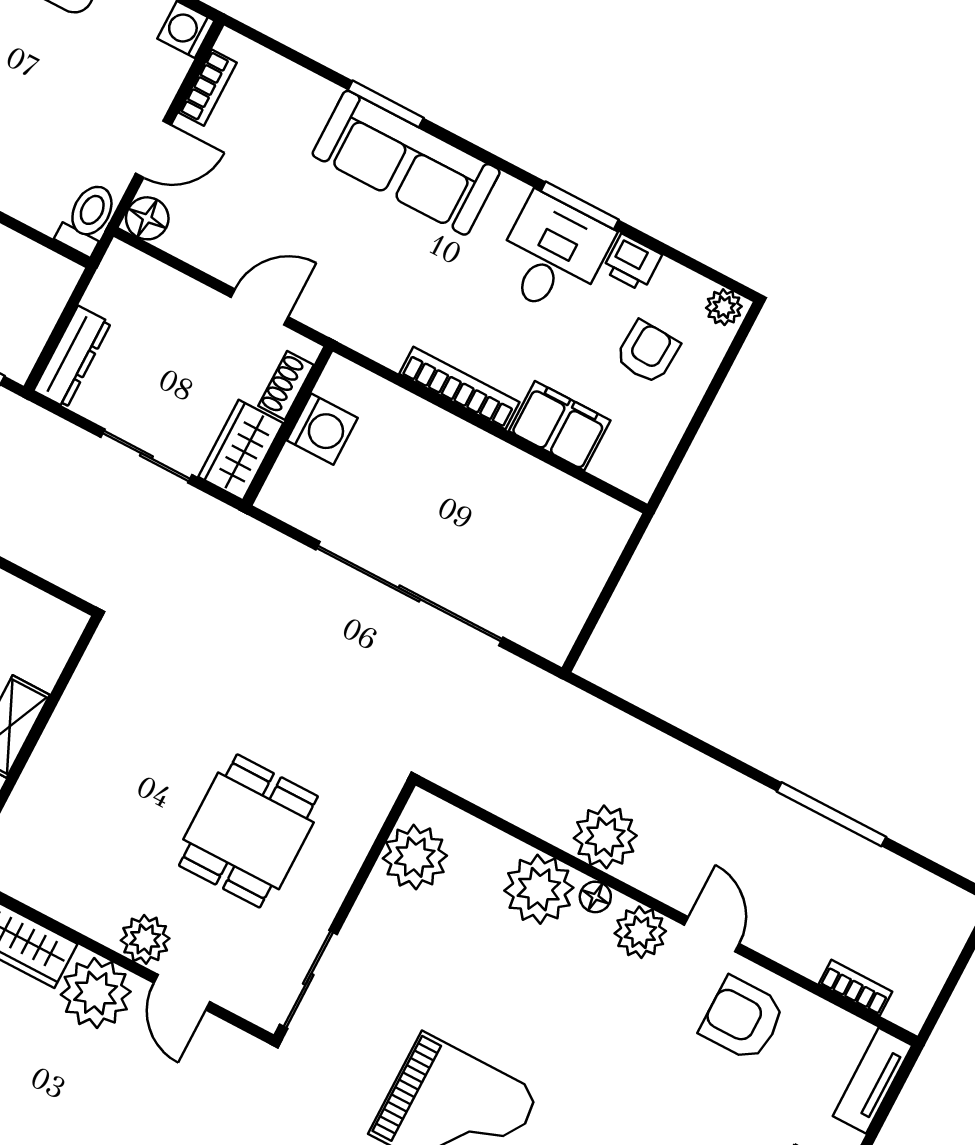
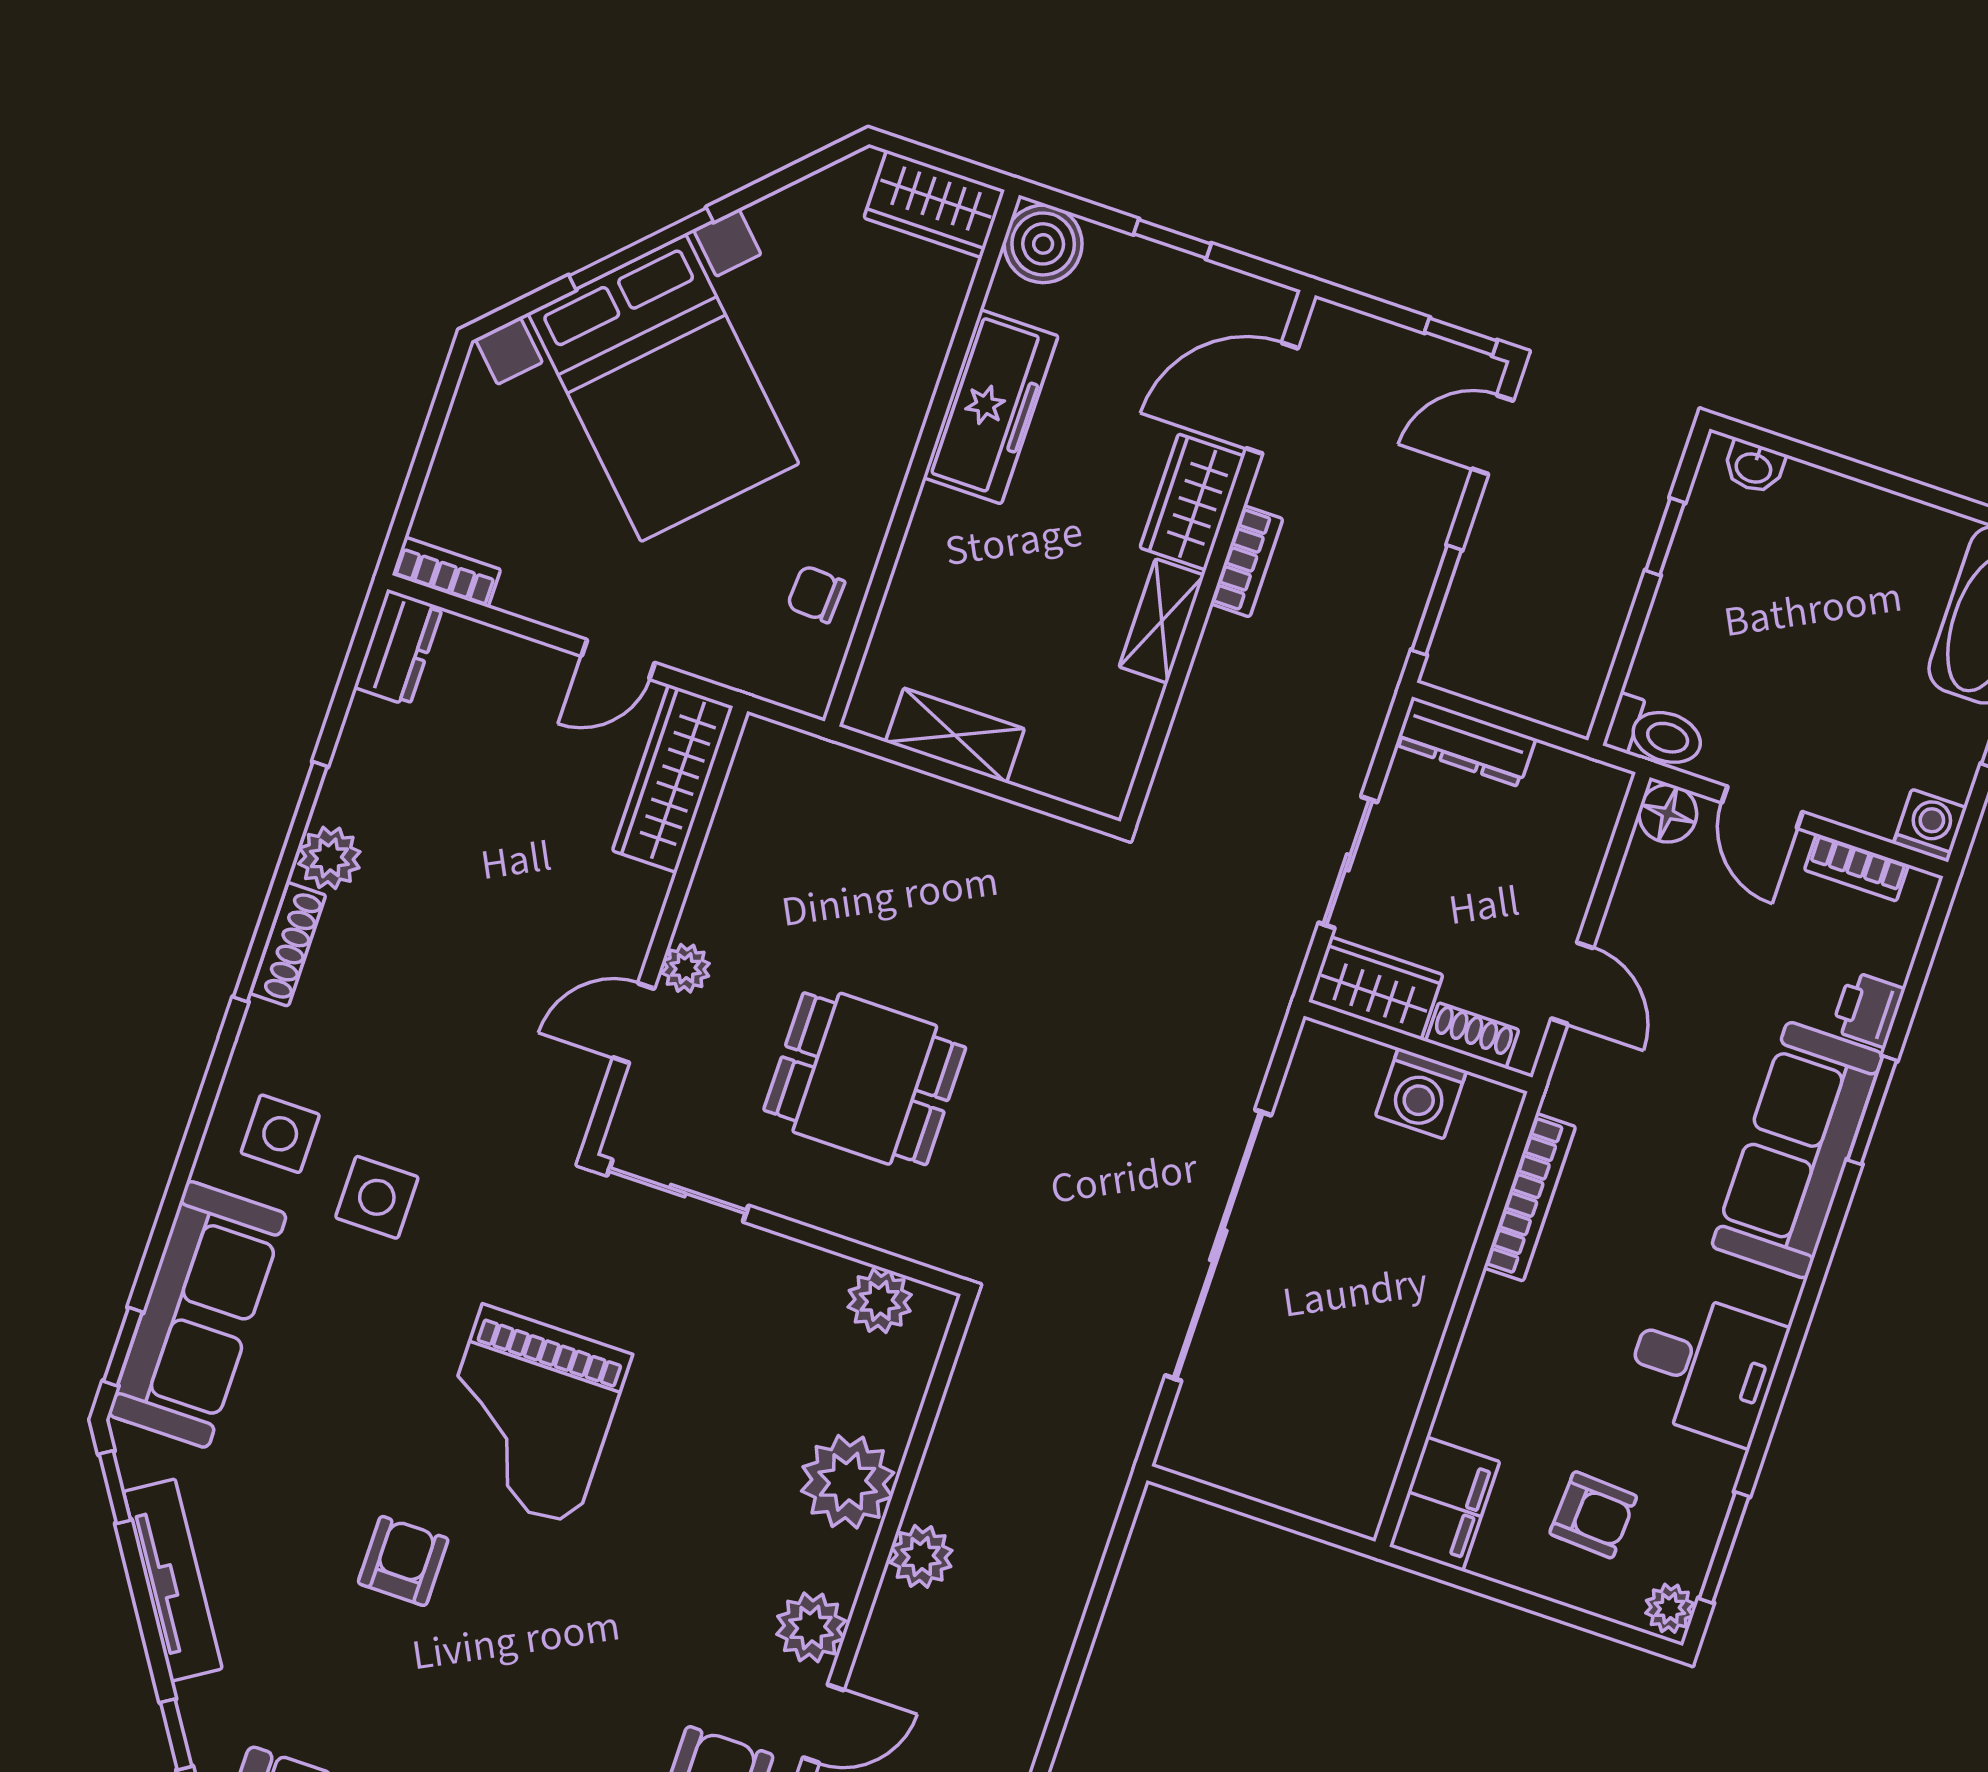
window: (580, 205) -> (1724, 1548), moved
printer: (632, 263) -> (1868, 1009), moved
bookcase: (459, 388) -> (1530, 1197), moved
filing cabinet: (560, 426) -> (1445, 1504), moved
plant: (605, 837) -> (921, 1556), width x0.73, depth x0.73
plant: (415, 857) -> (880, 1301), width x0.73, depth x0.73
floor lamp: (595, 897) -> (849, 1560), removed
plant: (145, 939) -> (686, 968), width x0.73, depth x0.73
plant: (96, 993) -> (614, 907), removed

